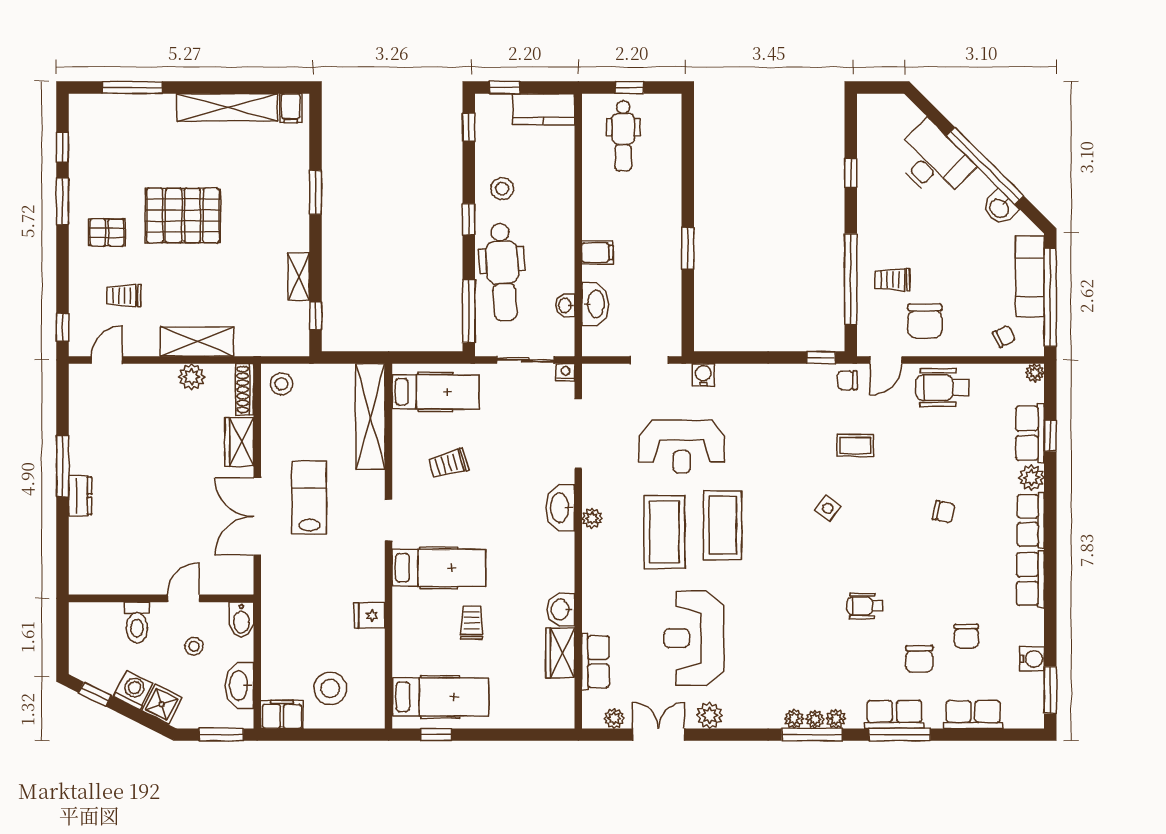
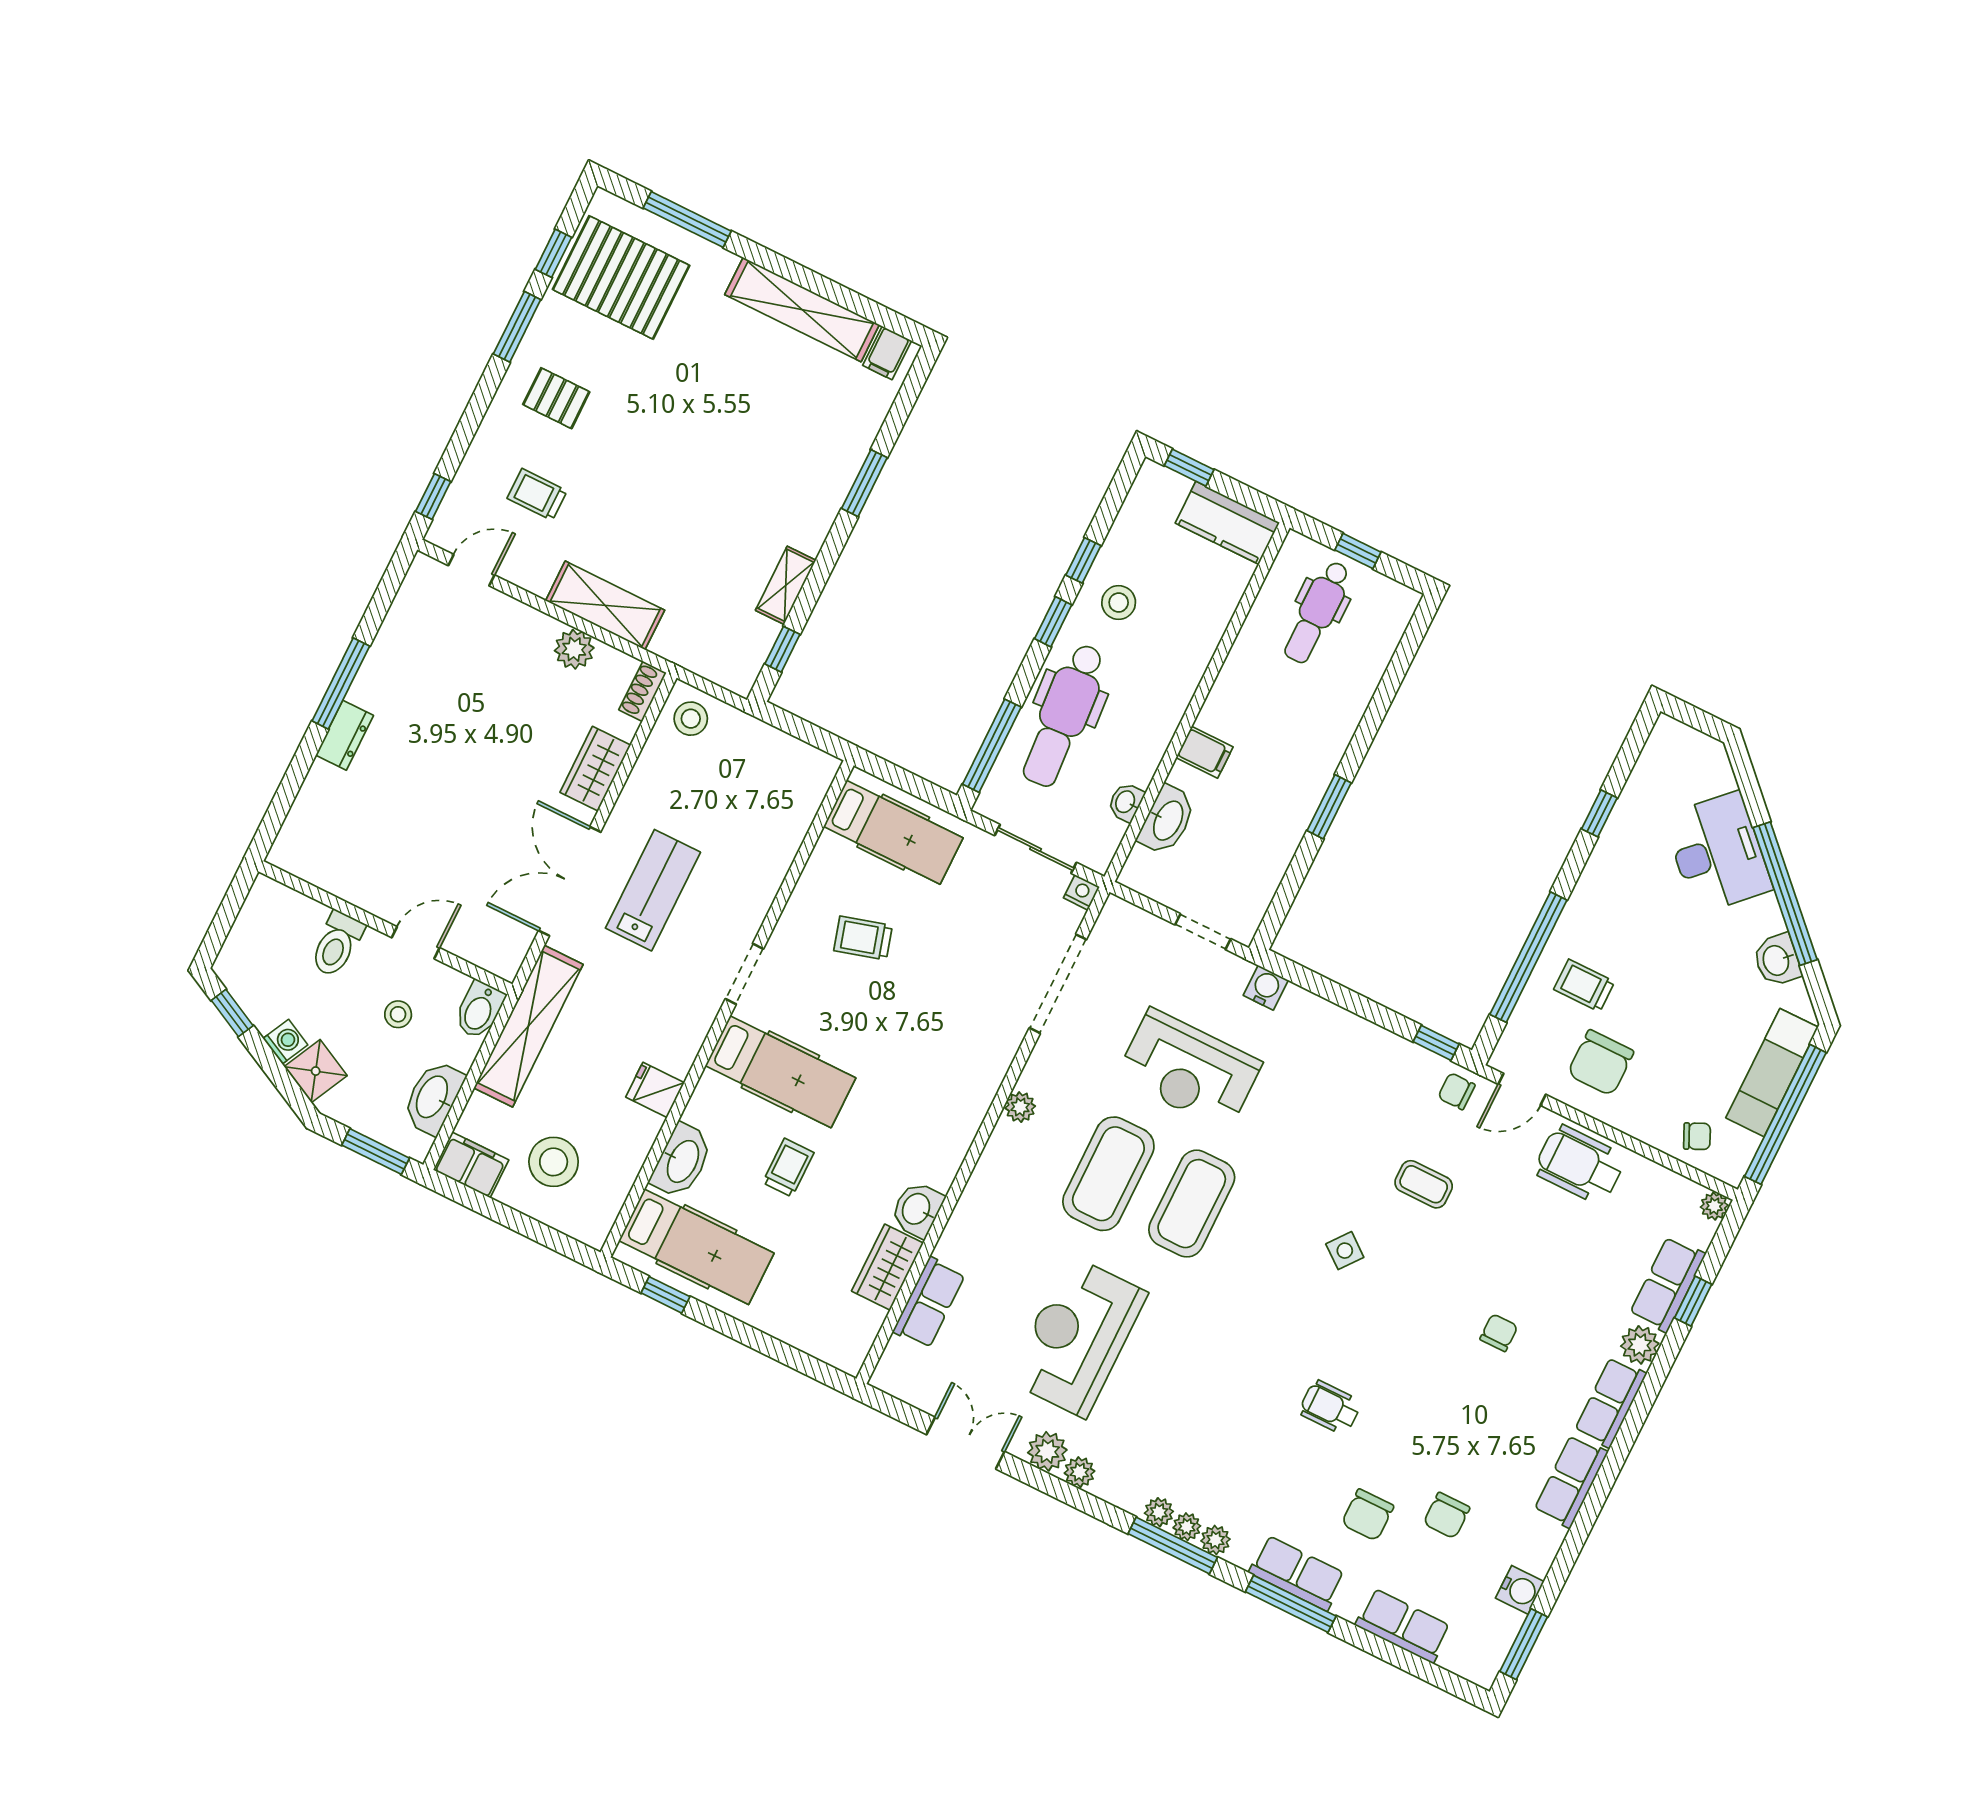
window: (469, 127) -> (1083, 560), moved
pallet: (183, 216) -> (621, 277), moved
shoe rack: (245, 389) -> (643, 691), width x0.70
shelving: (370, 417) -> (528, 1026), moved
washbasin: (560, 508) -> (682, 1161), moved, turned 180
chair: (944, 512) -> (1499, 1333), turned -102
washing machine: (133, 690) -> (285, 1042), width x0.73, depth x0.73
plant: (614, 718) -> (1079, 1472), moved

